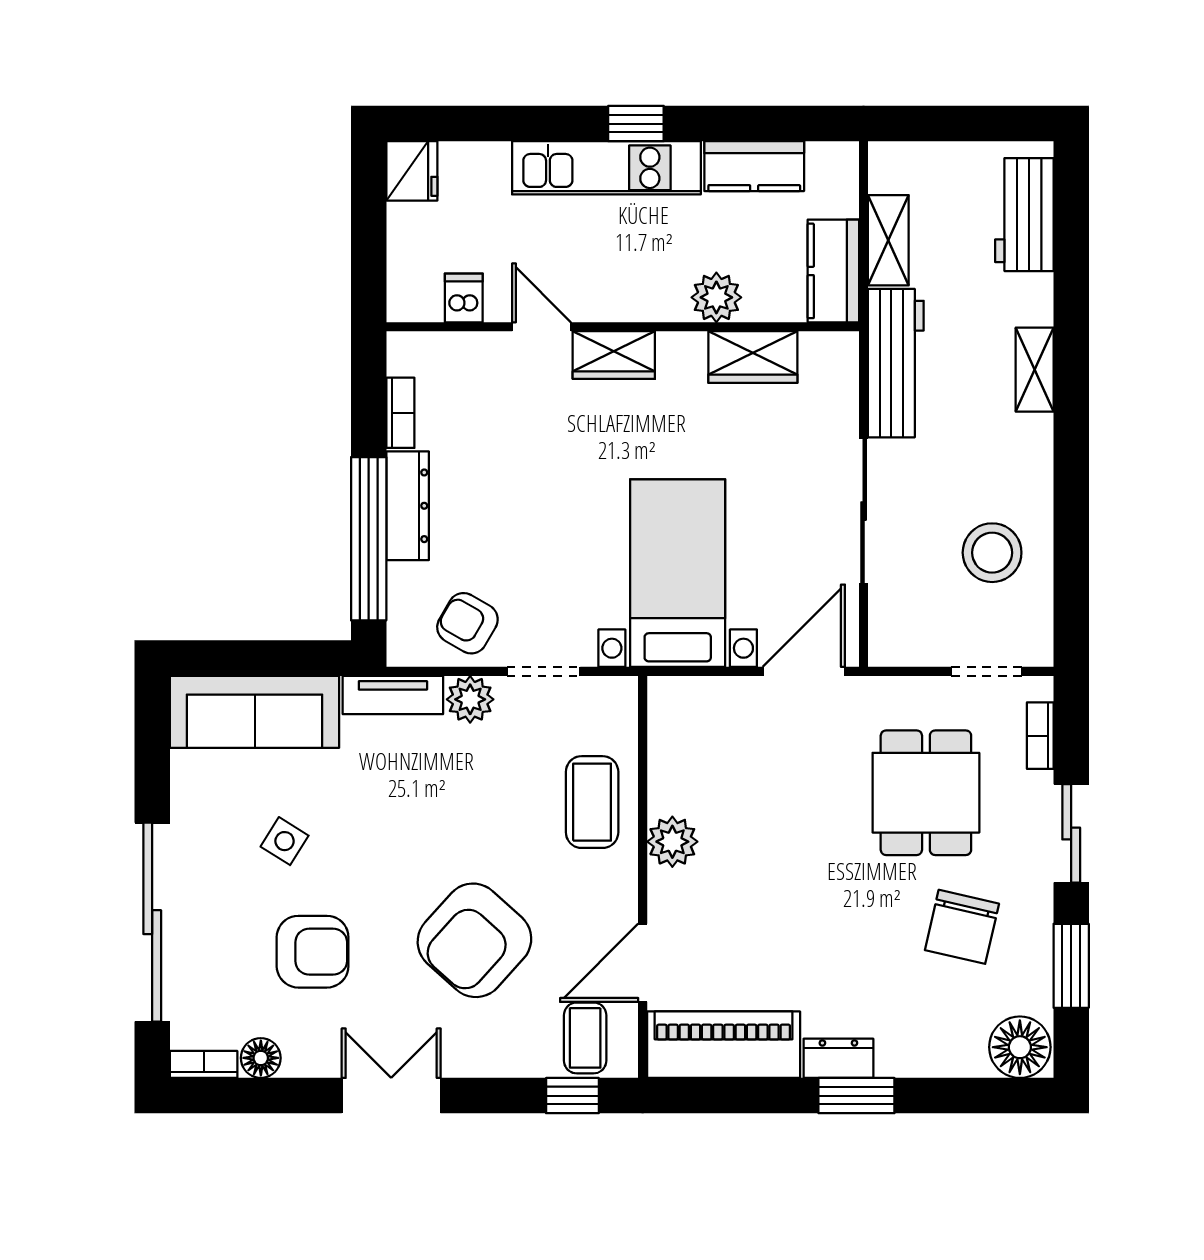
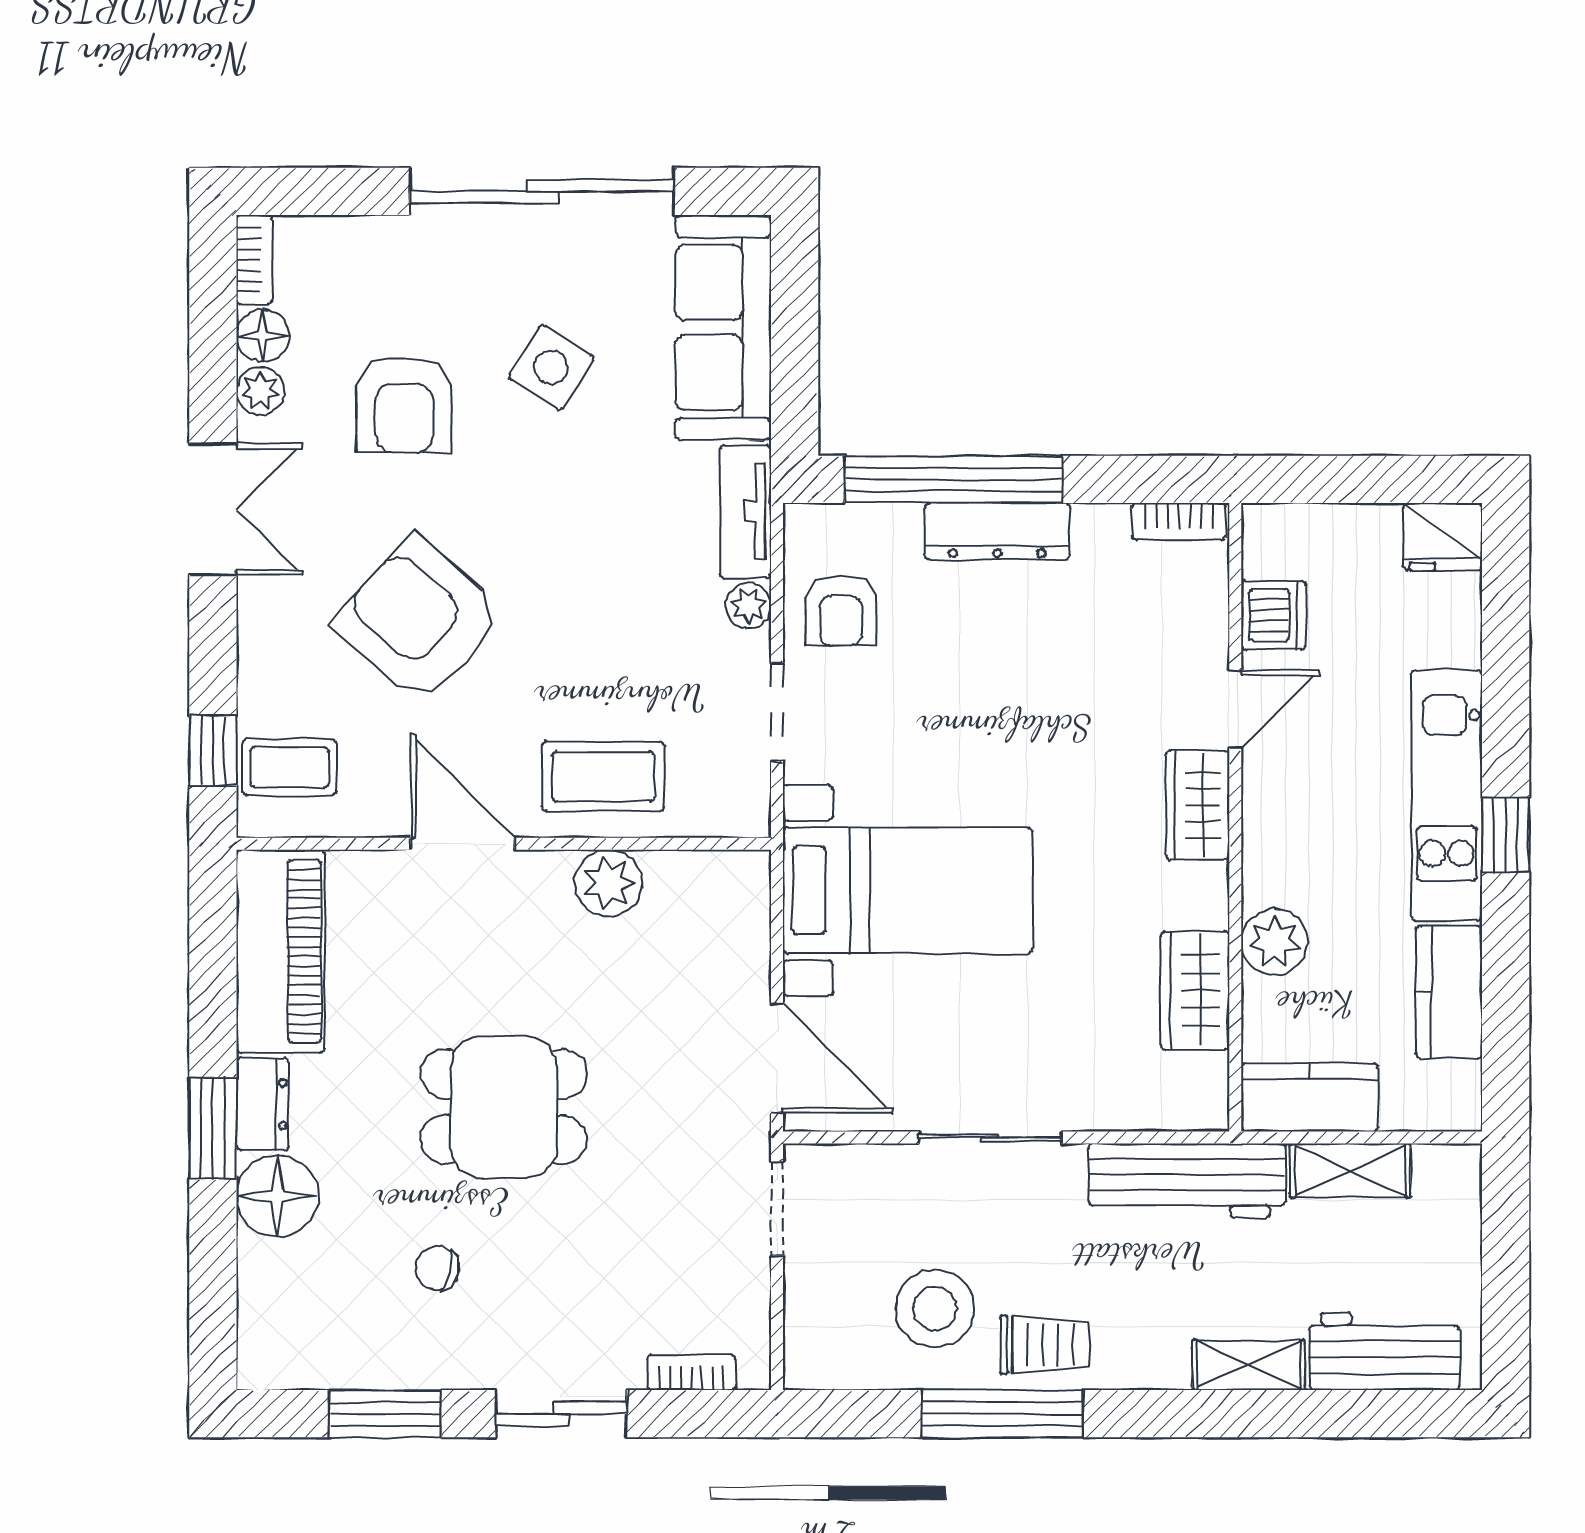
dishwasher: (464, 298) -> (1274, 615), width x1.38
shelving: (1035, 370) -> (1249, 1365), moved
bookcase: (400, 413) -> (1179, 522), moved
trolley: (1019, 470) -> (1044, 1345), added
window: (1071, 502) -> (1003, 1414), added
sliding door: (864, 511) -> (990, 1138), width x0.73
armchair: (467, 623) -> (841, 611), turned 150
doorway: (987, 671) -> (777, 1209), moved
plant: (470, 699) -> (748, 606), width x0.73, depth x0.73
dining table: (926, 793) -> (504, 1107), moved
side table: (285, 841) -> (551, 367), width x1.37, depth x1.37
plant: (672, 842) -> (609, 883), moved
sliding door: (152, 922) -> (542, 191), moved
chair: (962, 927) -> (437, 1268), width x0.54, depth x0.54
door: (643, 963) -> (463, 844), moved
floor lamp: (1020, 1047) -> (277, 1196), moved
plant: (302, 1060) -> (260, 391), added

